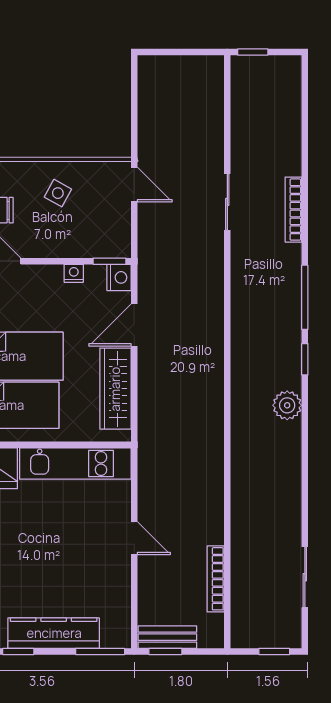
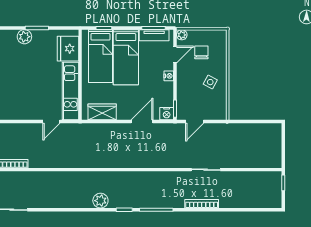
door: (134, 185) -> (195, 122), moved
nightstand: (74, 273) -> (169, 76), moved
door: (134, 325) -> (142, 122), hinge flipped
wardrobe: (115, 389) -> (102, 112), width x0.67
door: (134, 538) -> (51, 122), moved

